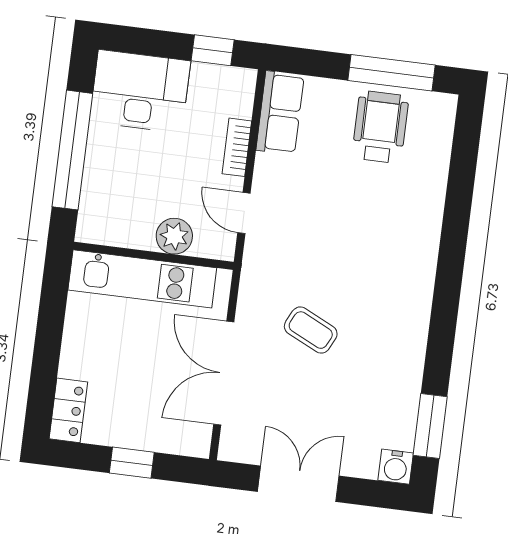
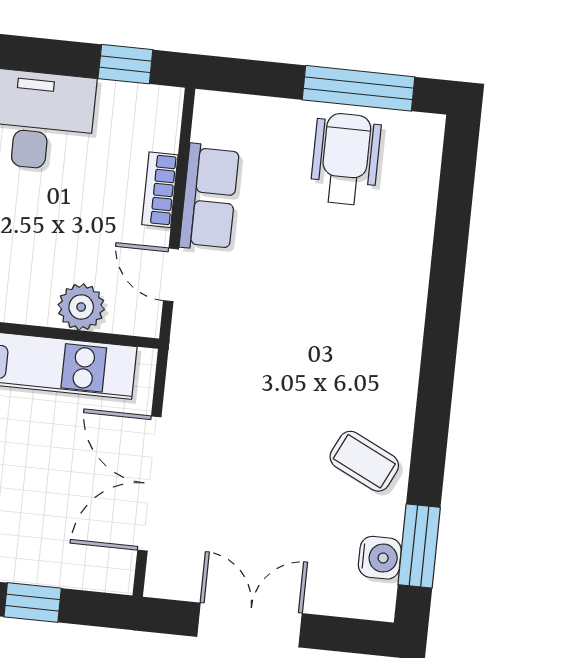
row of seats: (280, 113) -> (209, 197), moved
coffee table: (311, 330) -> (364, 461), moved
water cooler: (396, 467) -> (380, 558), moved, turned -90

